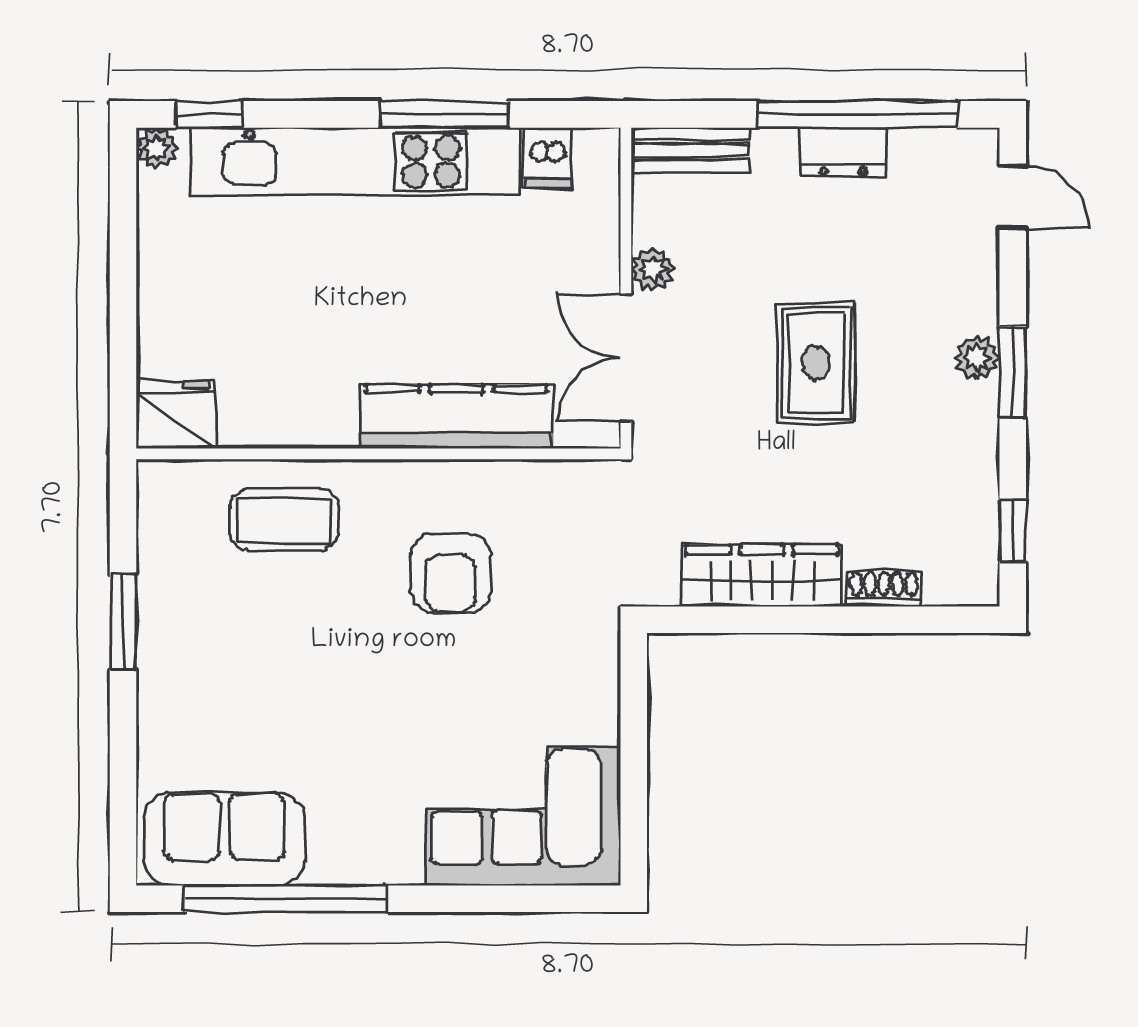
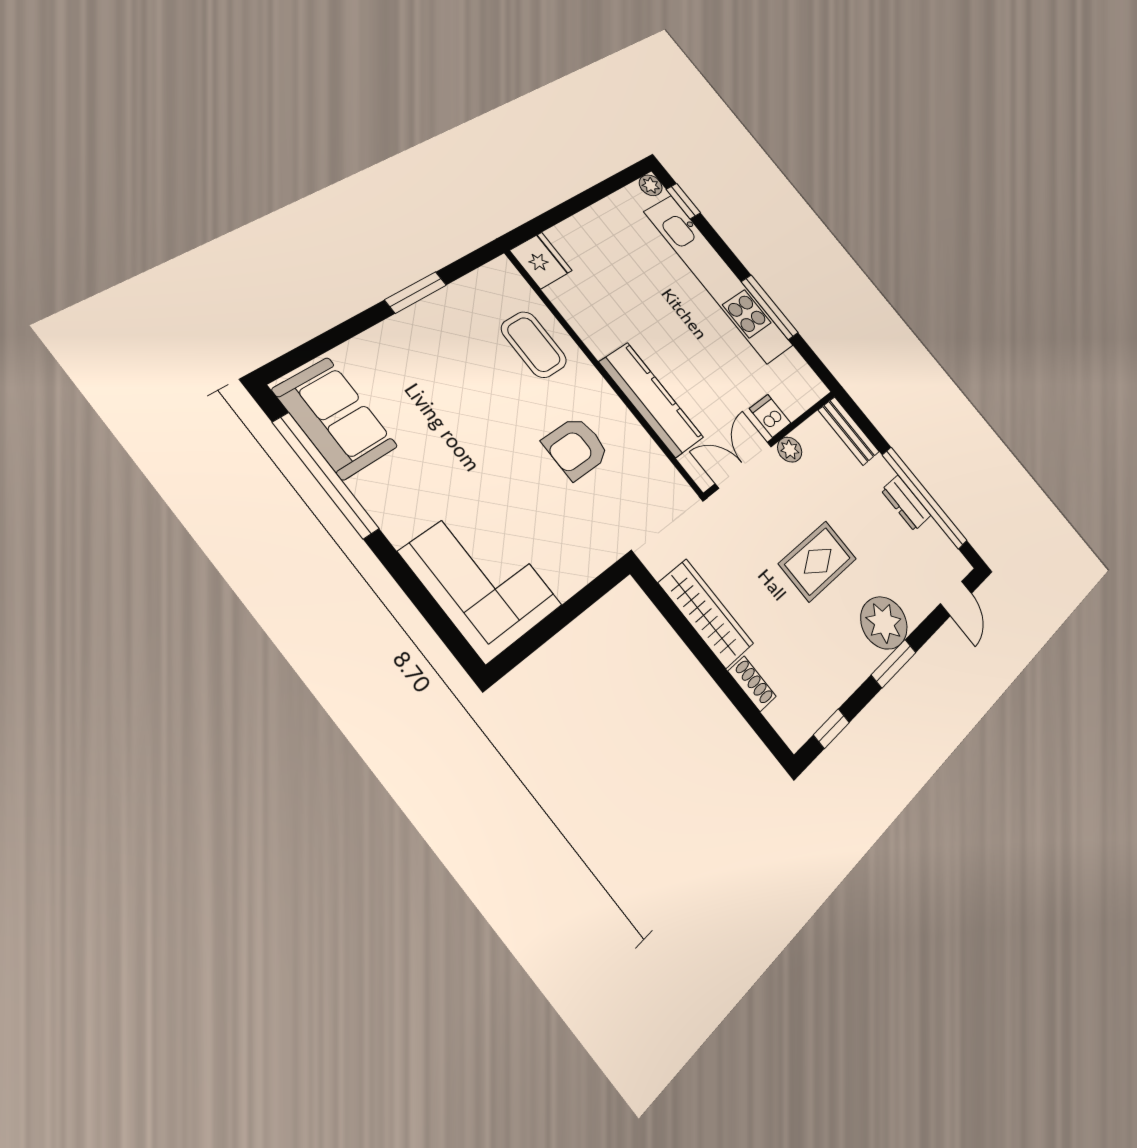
dishwasher: (548, 158) -> (770, 416), moved, turned 90
plant: (977, 358) -> (884, 623), width x1.88, depth x1.88

